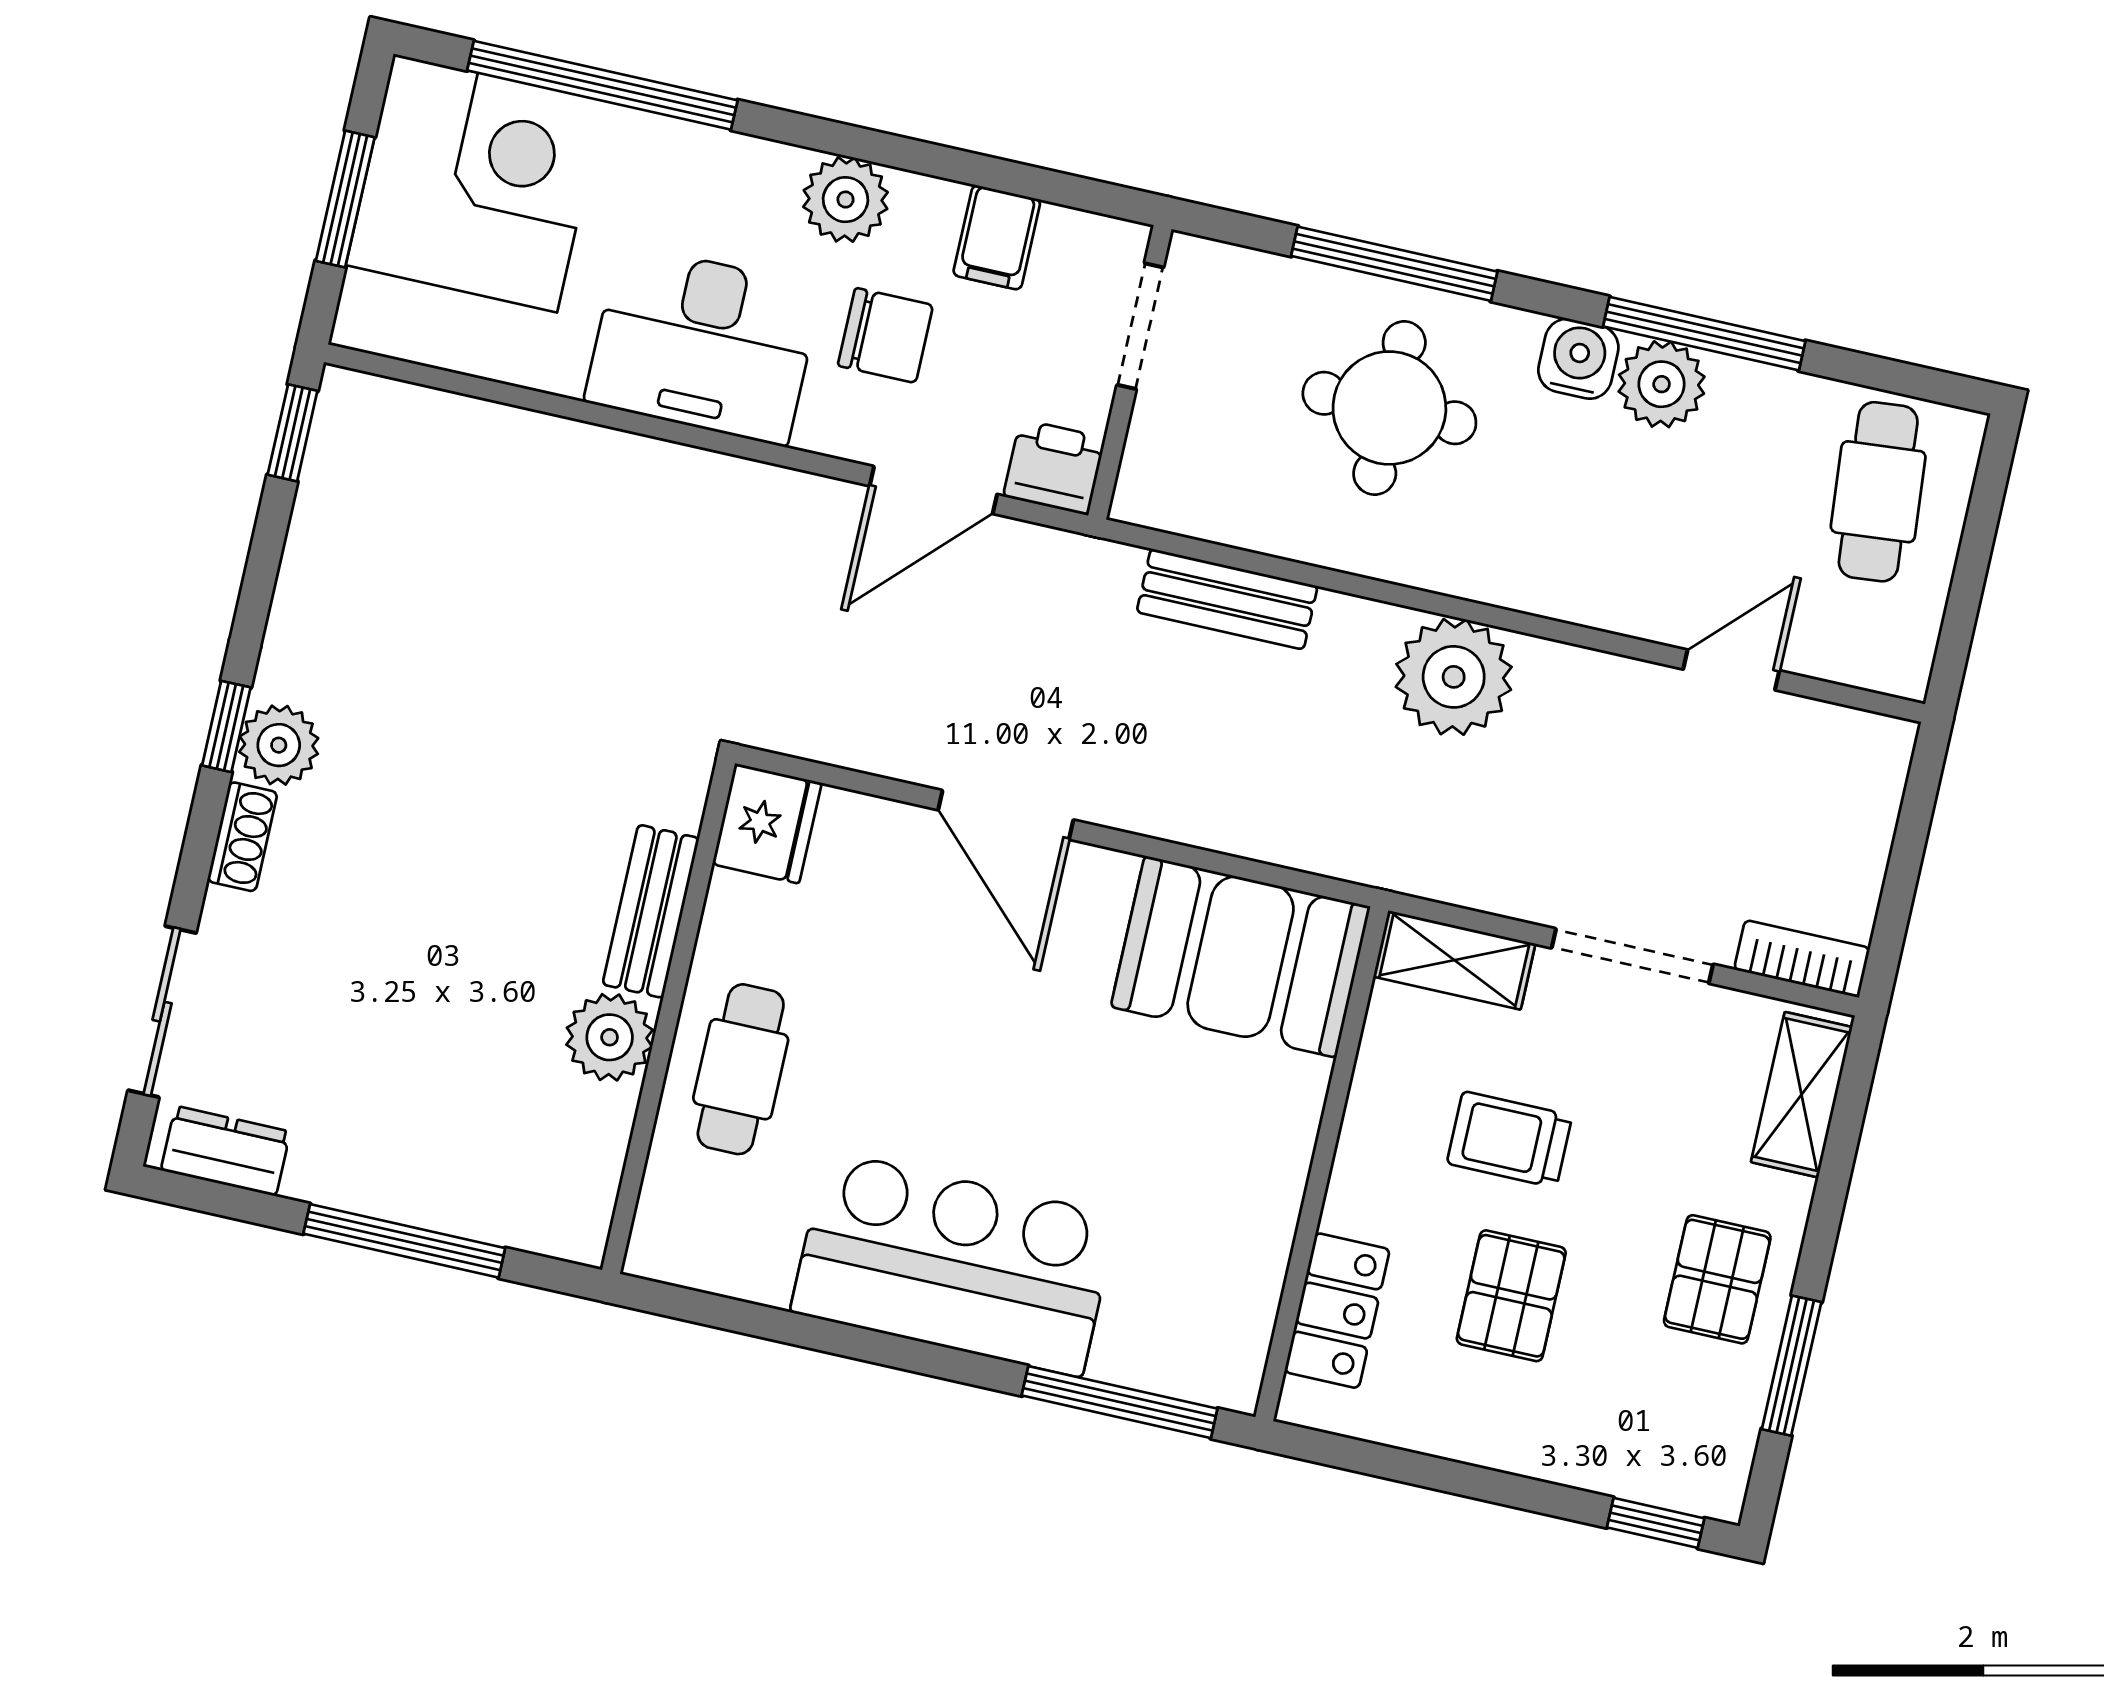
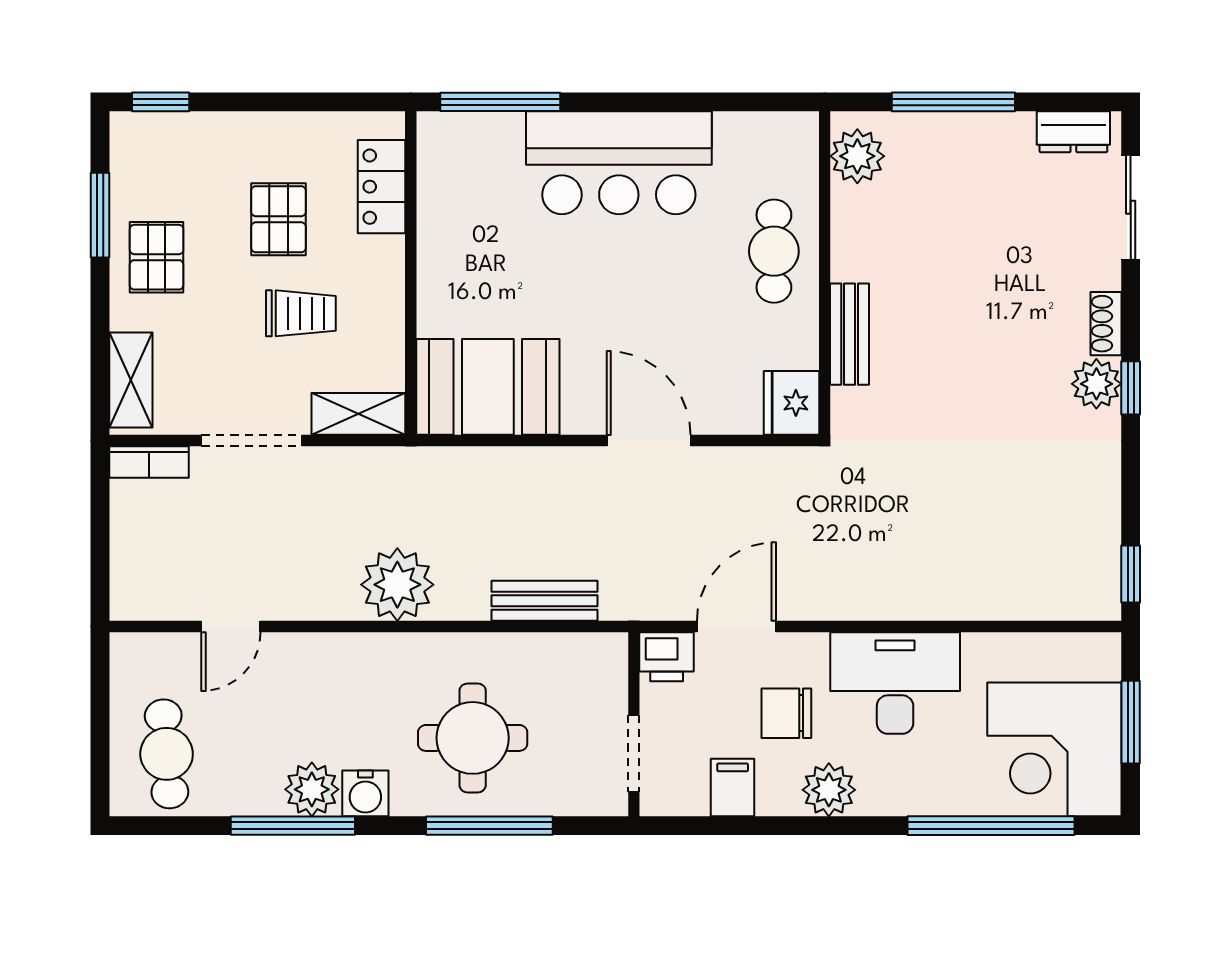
plant: (610, 1037) -> (857, 156), moved

